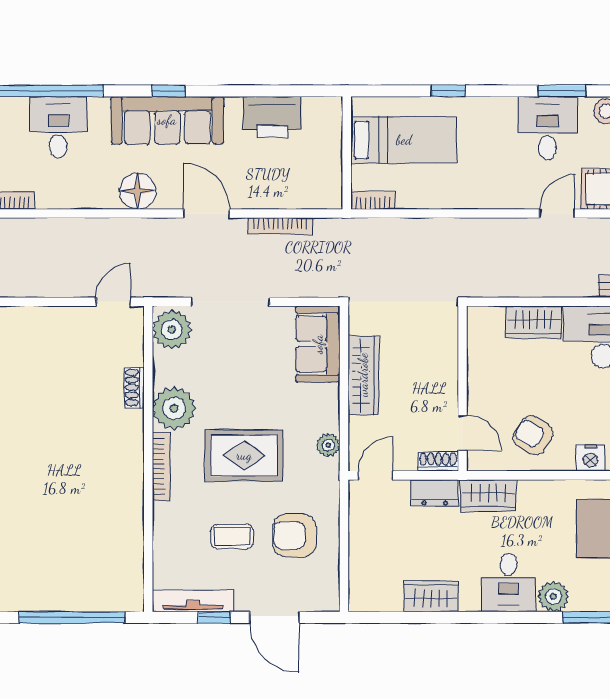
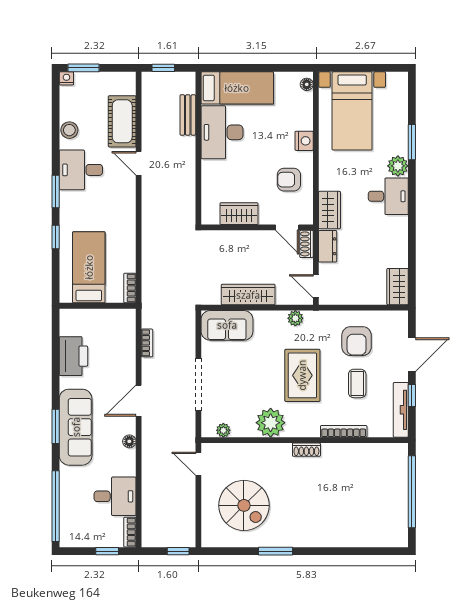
window: (168, 91) -> (56, 426), width x1.50
window: (562, 91) -> (56, 192), moved
desk: (58, 127) -> (115, 496), moved, turned 180
floor lamp: (138, 191) -> (129, 441), width x0.53, depth x0.53
bookcase: (280, 226) -> (147, 343), width x0.64
wardrobe: (534, 322) -> (239, 214), moved, turned -90
plant: (172, 330) -> (223, 430), width x0.53, depth x0.53
spiral stairs: (52, 369) -> (244, 505), added
shoe rack: (134, 387) -> (306, 450), moved
door: (462, 433) -> (287, 227), swing flipped
armchair: (533, 436) -> (289, 180), turned 59
bookcase: (161, 466) -> (344, 431), moved
wardrobe: (431, 596) -> (398, 287), moved

